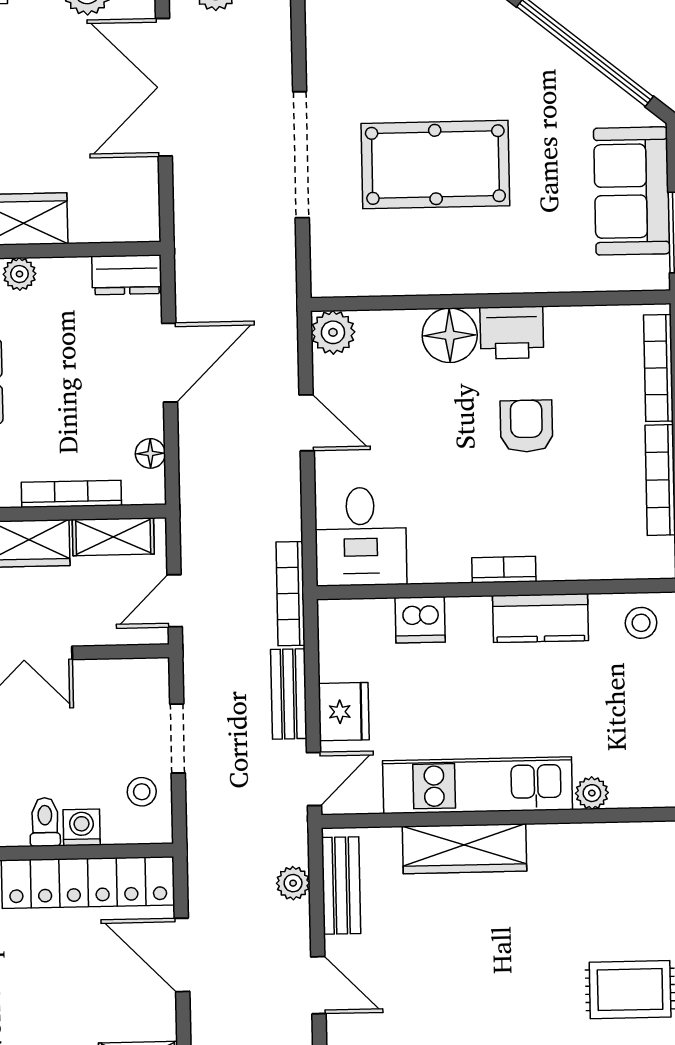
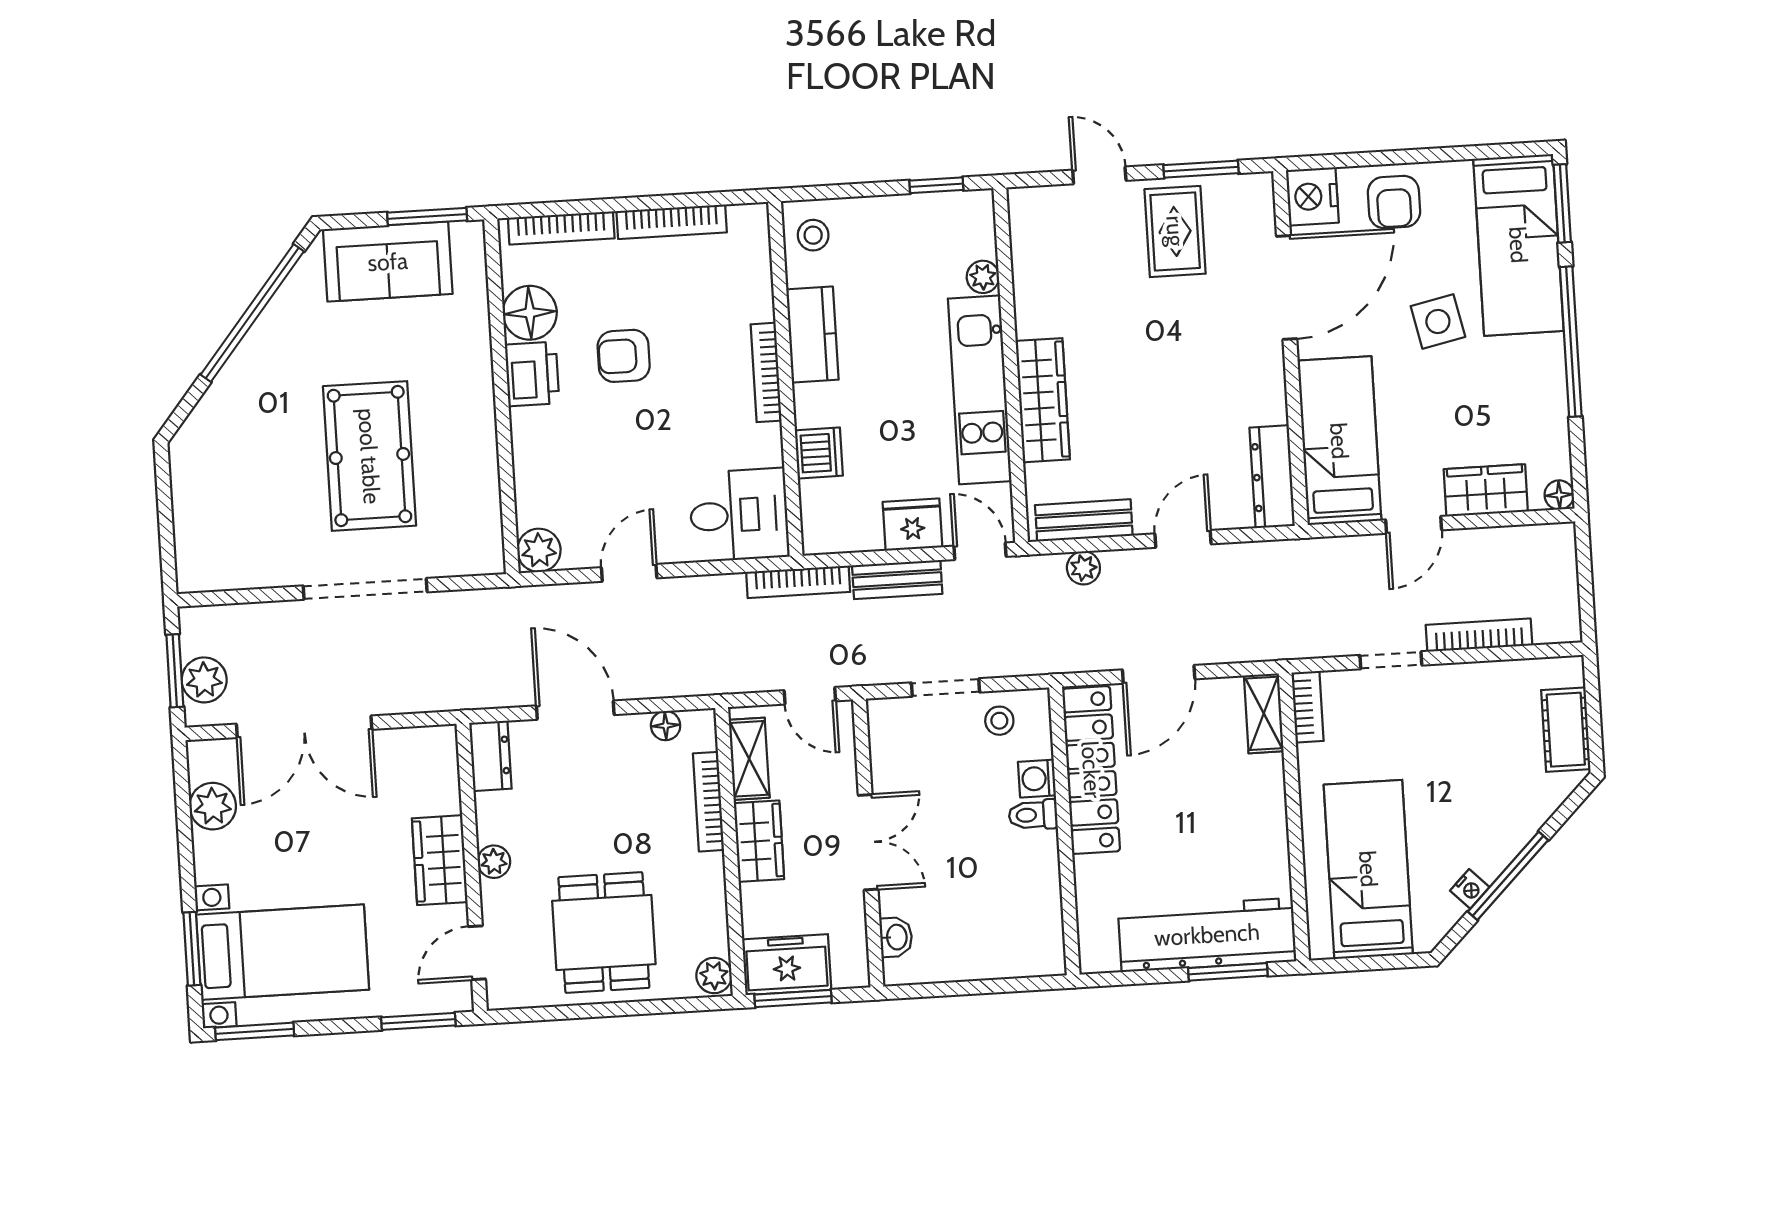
floor lamp: (450, 335) -> (530, 313), moved
bookcase: (504, 570) -> (766, 372), width x1.56

